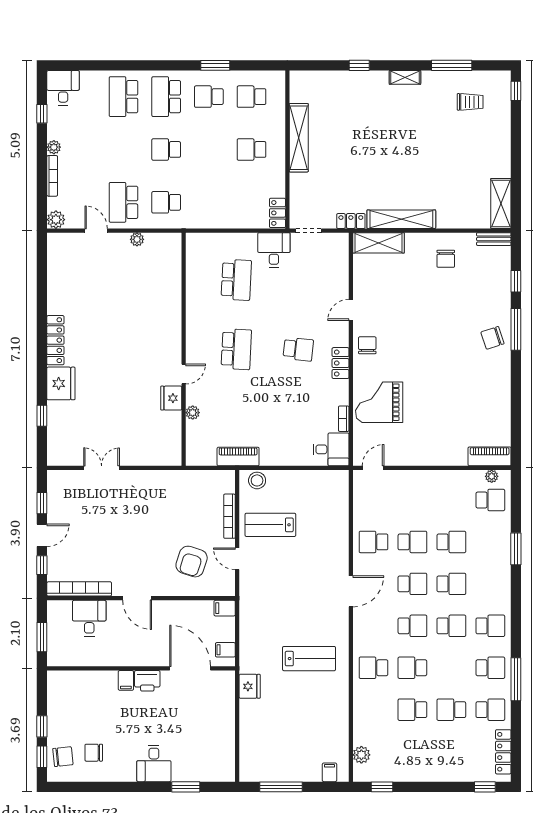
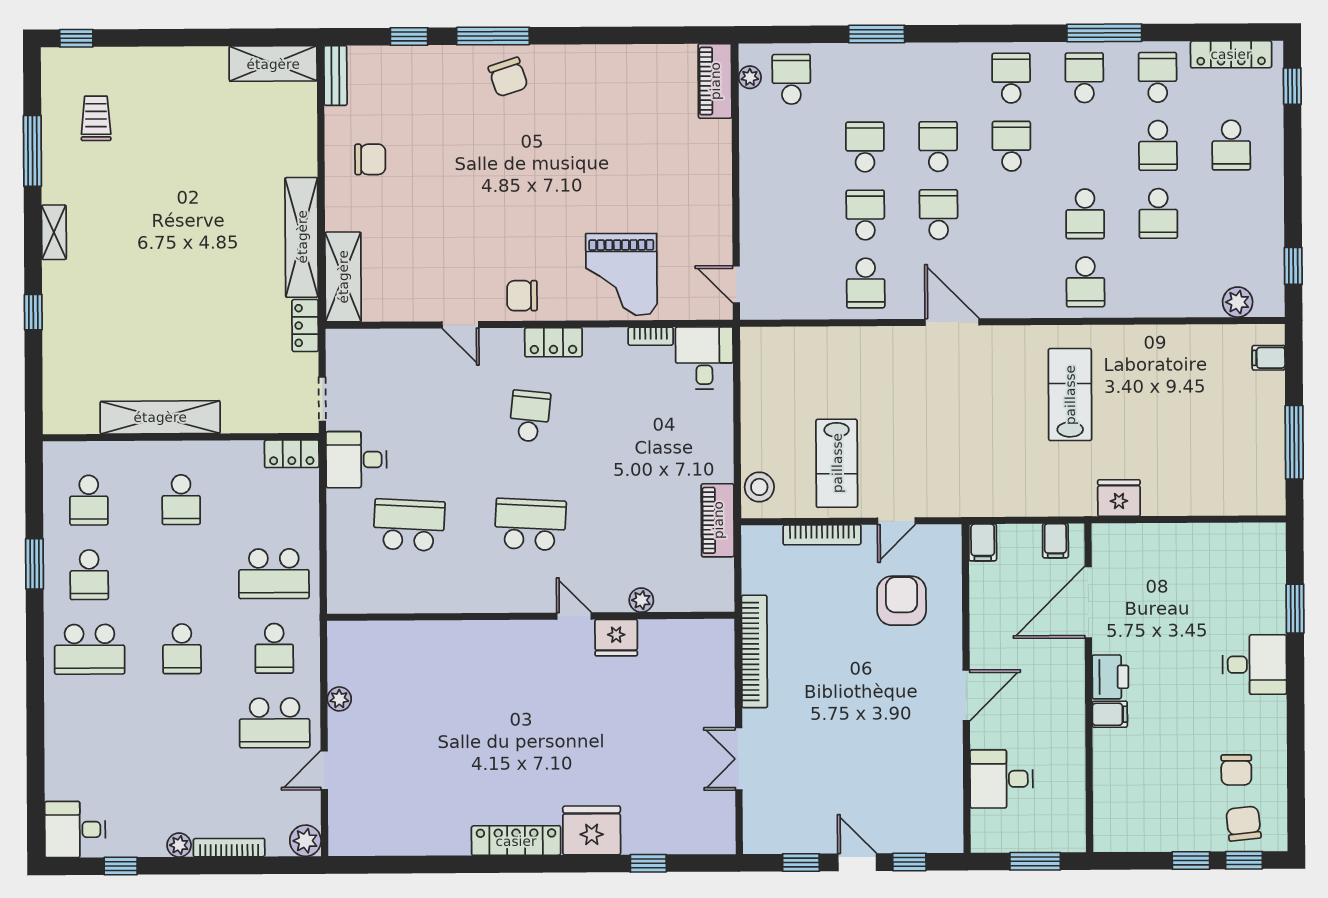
school desk: (123, 97) -> (274, 574), moved
armchair: (192, 562) -> (902, 601), turned -108
bookcase: (79, 589) -> (754, 651), moved, turned 180
school desk: (412, 626) -> (1231, 145), moved, turned 180

